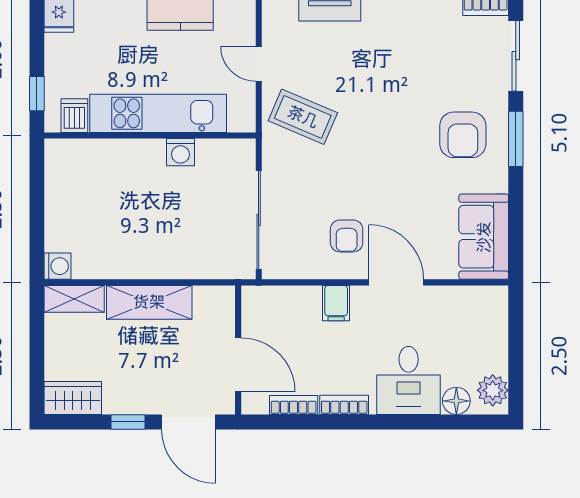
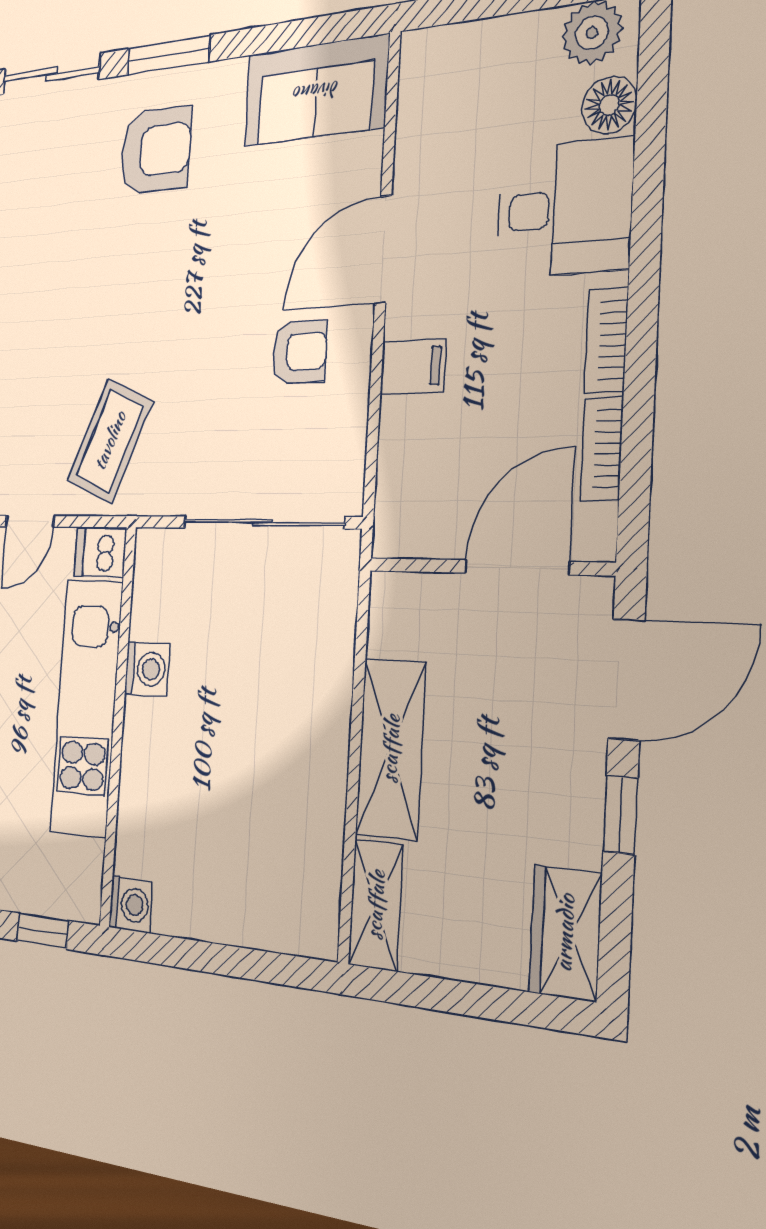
dishwasher: (74, 116) -> (100, 553), moved
washing machine: (58, 266) -> (131, 905), moved, turned 90

